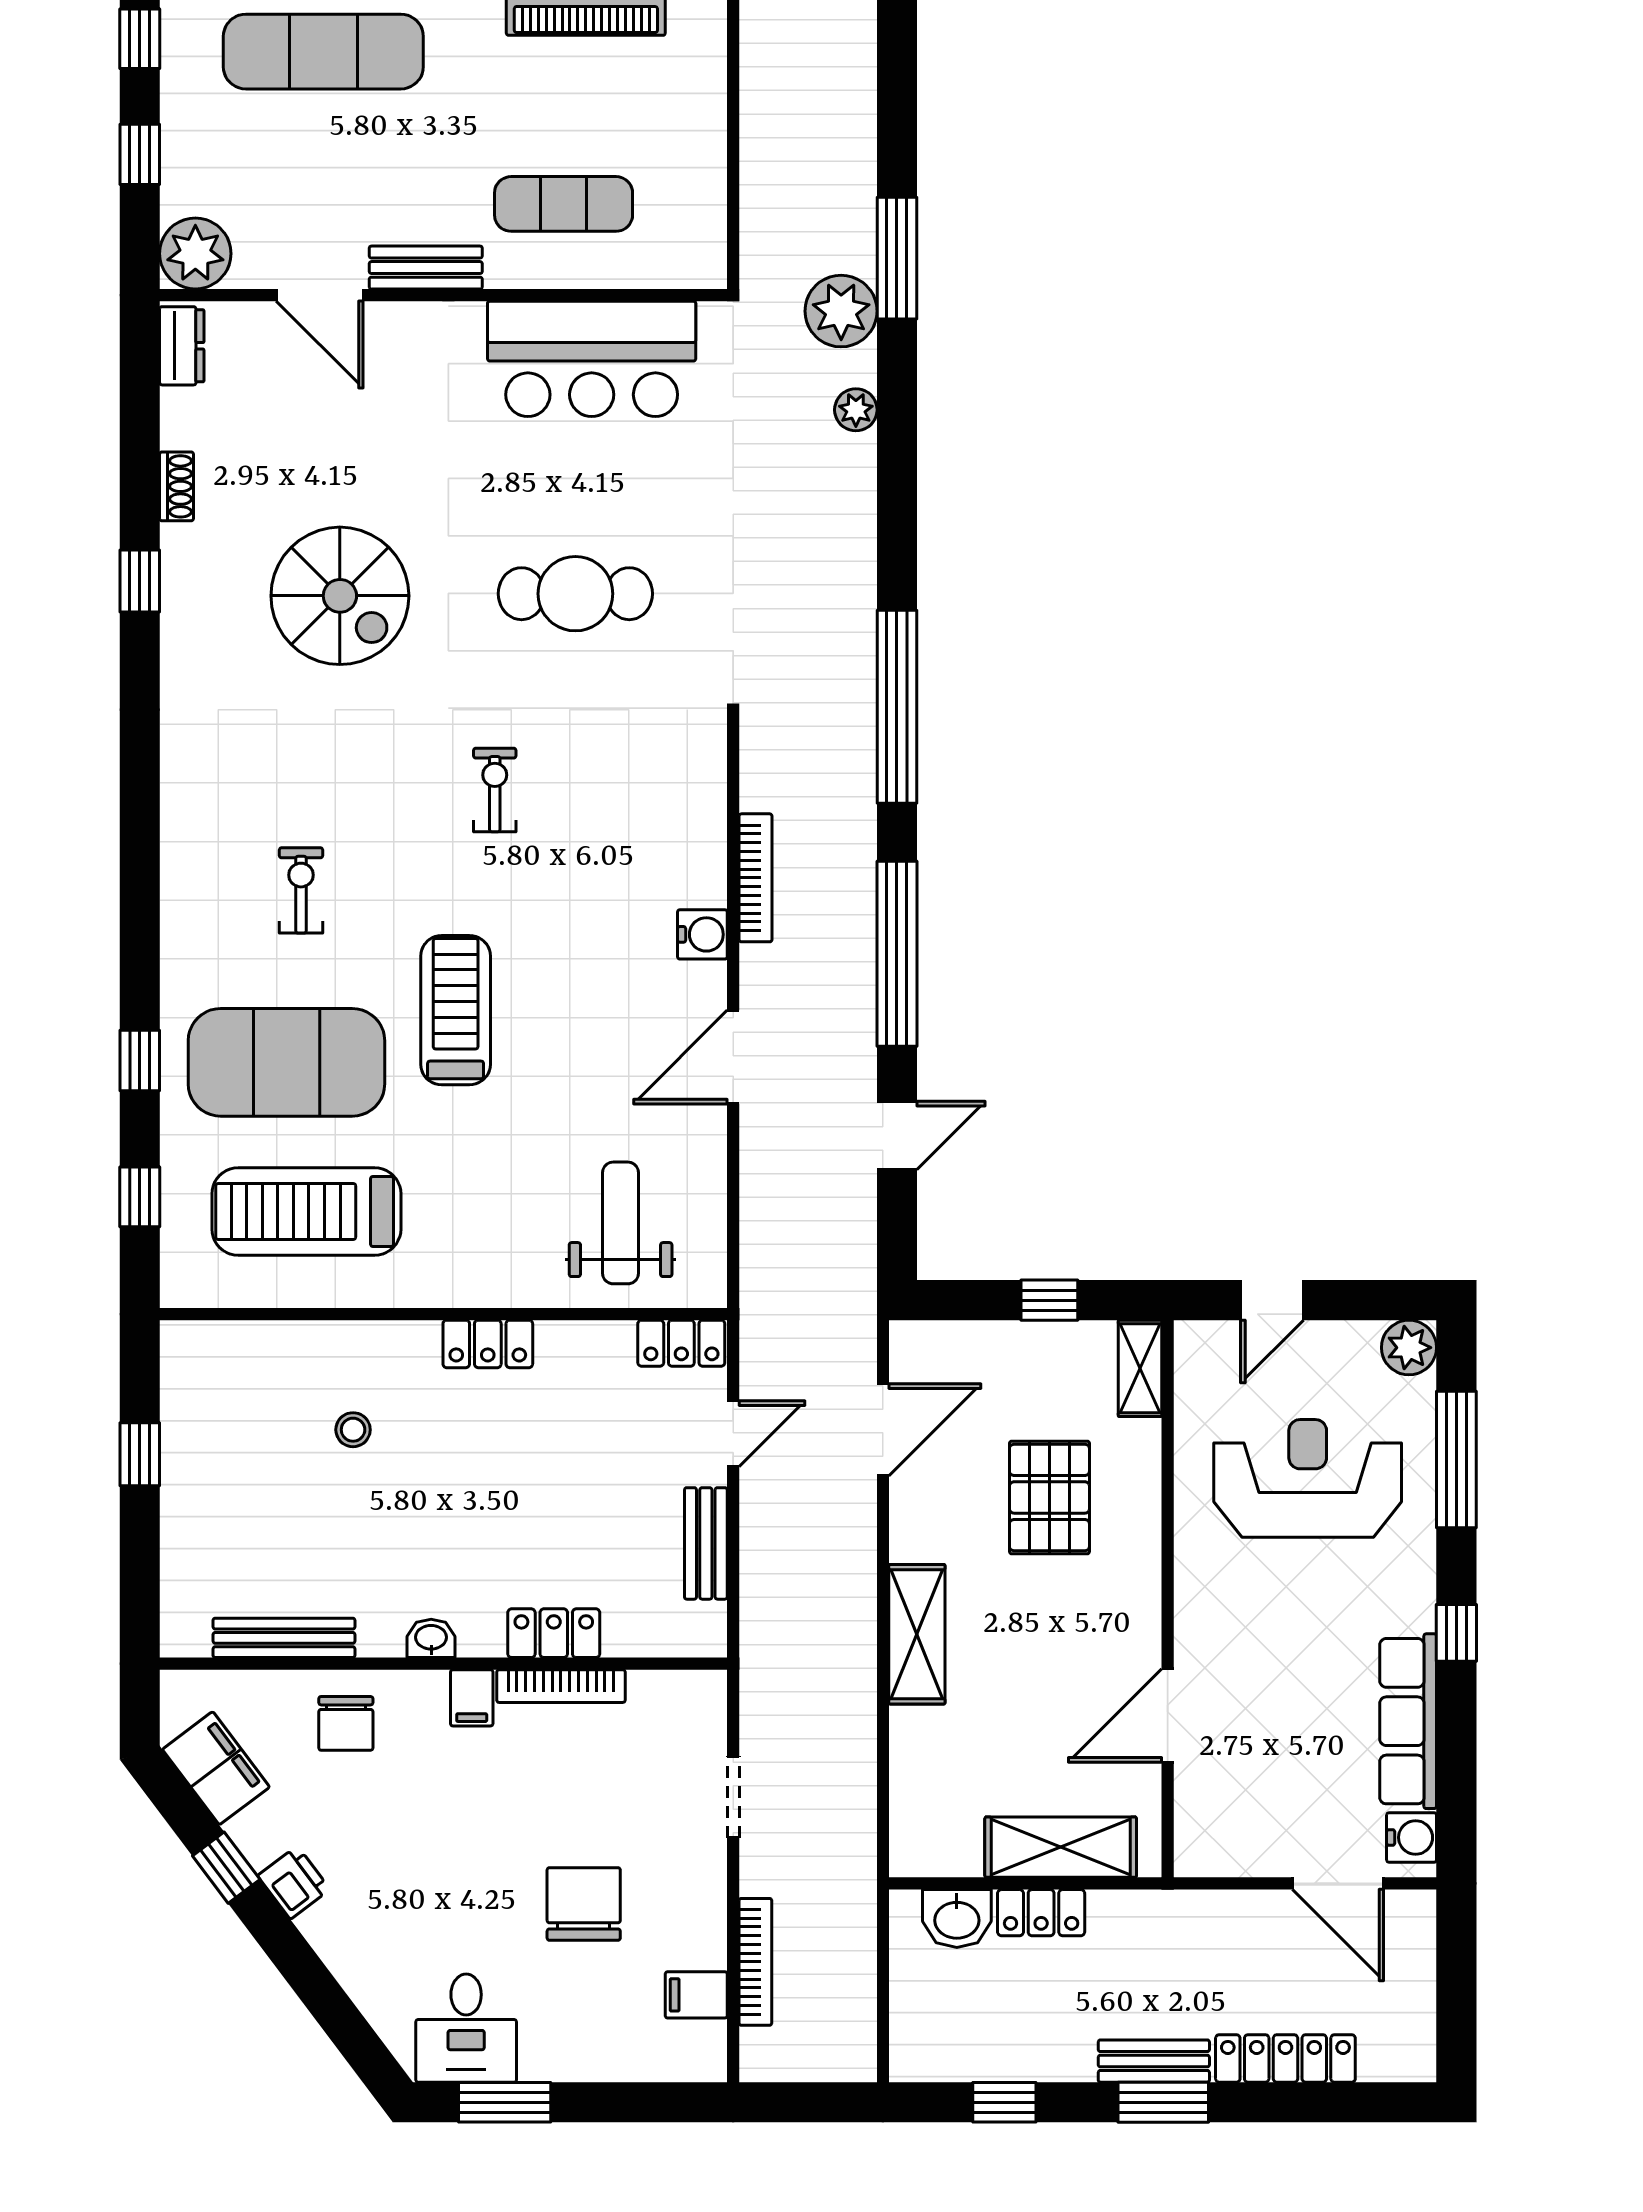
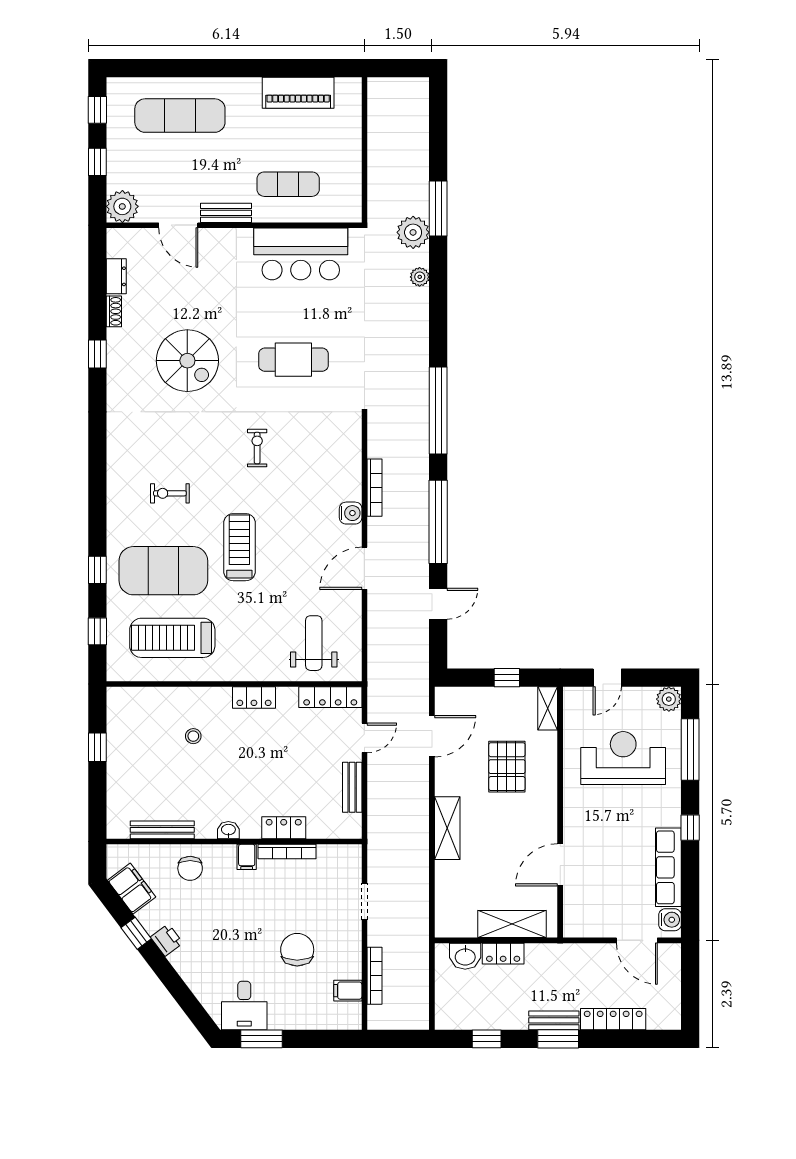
dresser: (182, 346) -> (116, 276), moved
exercise bike: (301, 890) -> (170, 493), turned -90
locker: (681, 1343) -> (330, 697), width x1.53

